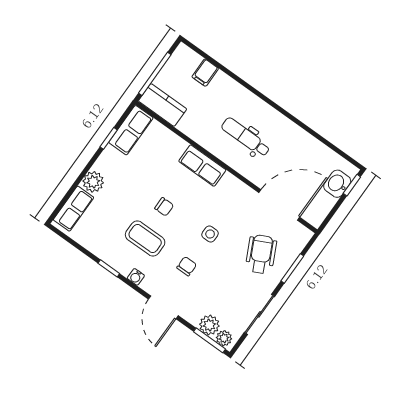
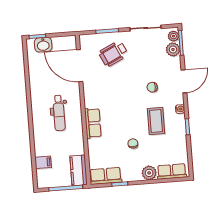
chair: (164, 207) -> (133, 143), moved
side table: (210, 234) -> (125, 89), removed

